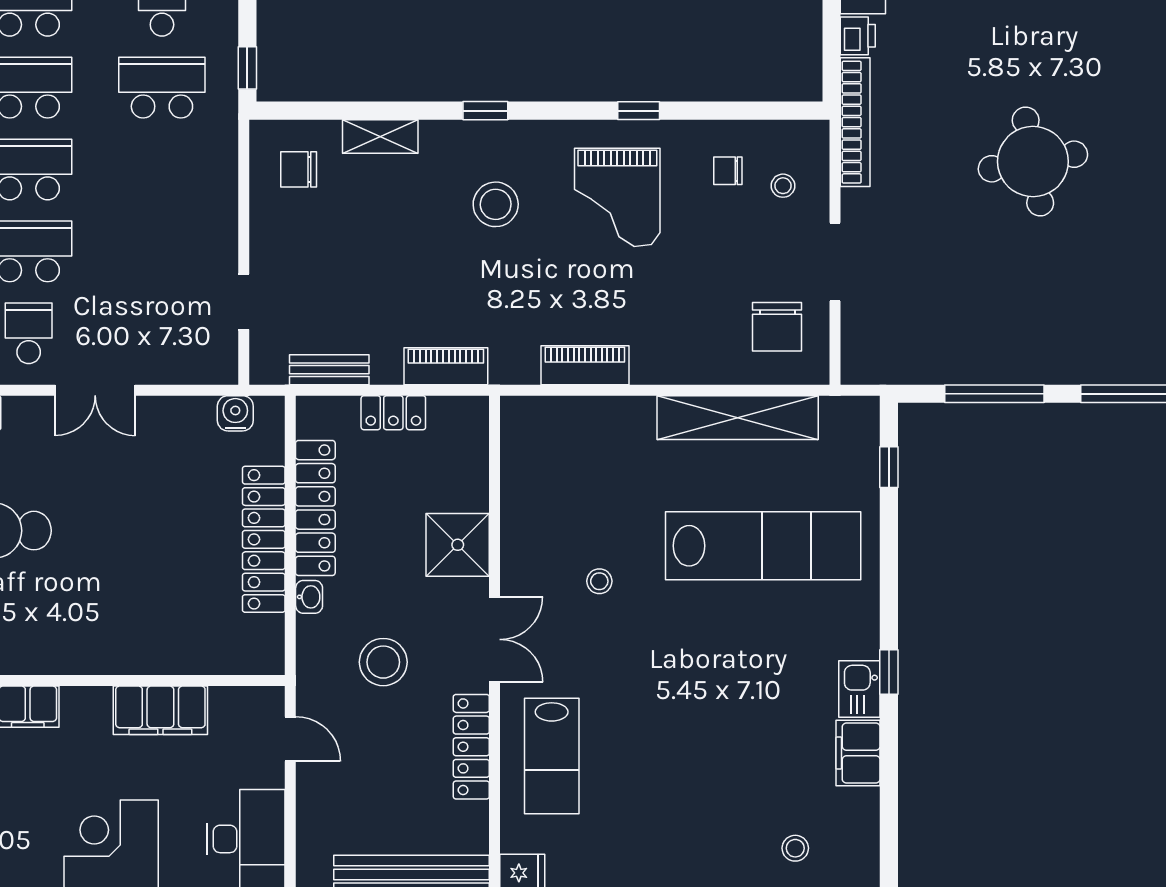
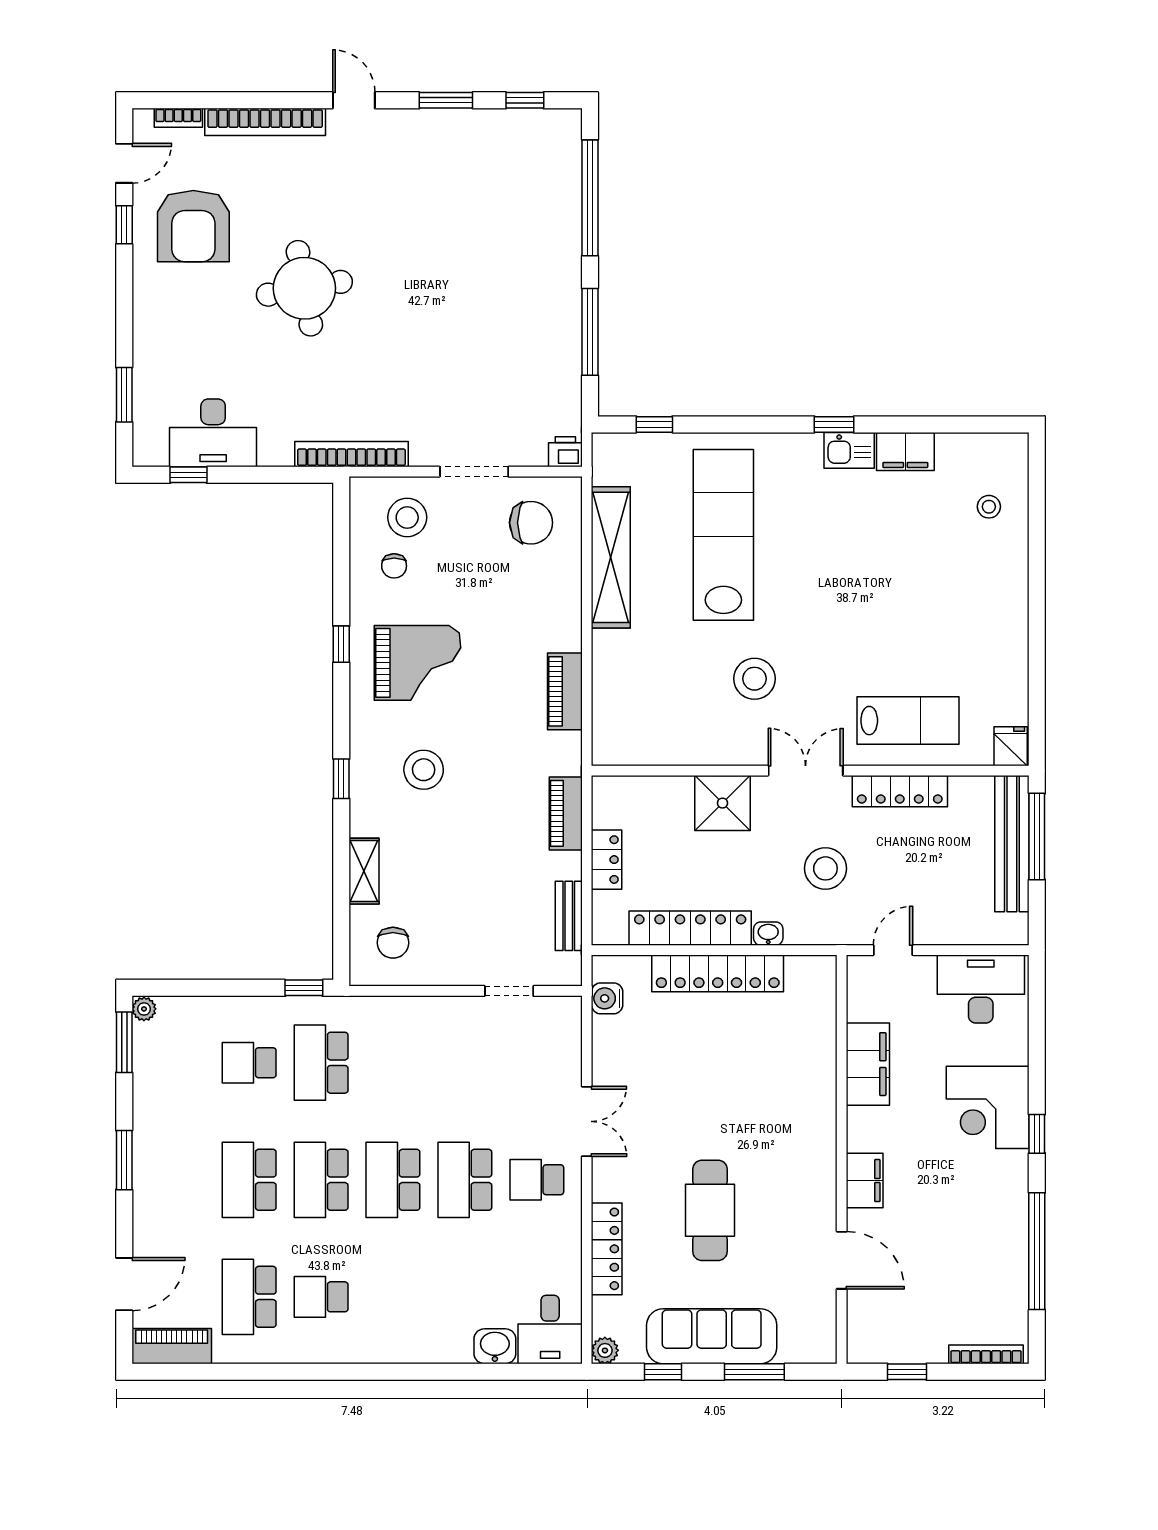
printer: (858, 36) -> (565, 452), moved
round table: (1033, 162) -> (304, 288), moved
stool: (783, 186) -> (407, 517), width x1.89, depth x1.89
stool: (599, 581) -> (754, 679), width x1.89, depth x1.89

